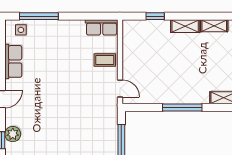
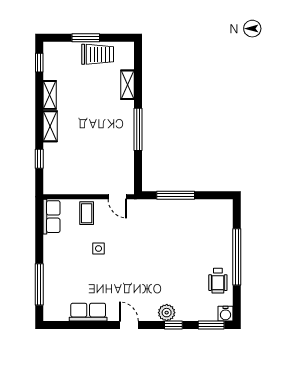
side table: (21, 30) -> (99, 249), moved
door: (120, 88) -> (117, 197), swing flipped

